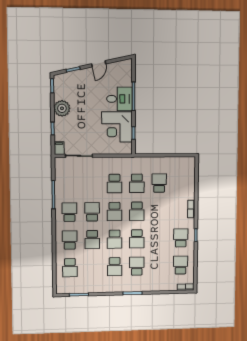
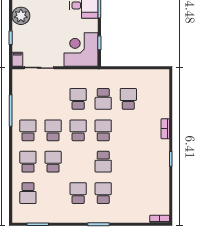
corner desk: (117, 127) -> (81, 49), moved, turned 90
school desk: (114, 184) -> (78, 99), turned 180
school desk: (137, 211) -> (103, 130), turned 180
school desk: (115, 212) -> (78, 130), turned 180
school desk: (181, 238) -> (153, 162), removed
school desk: (115, 239) -> (78, 162), removed
school desk: (92, 240) -> (53, 162), turned 180
school desk: (180, 265) -> (153, 193), removed
school desk: (115, 267) -> (78, 193), turned 180

